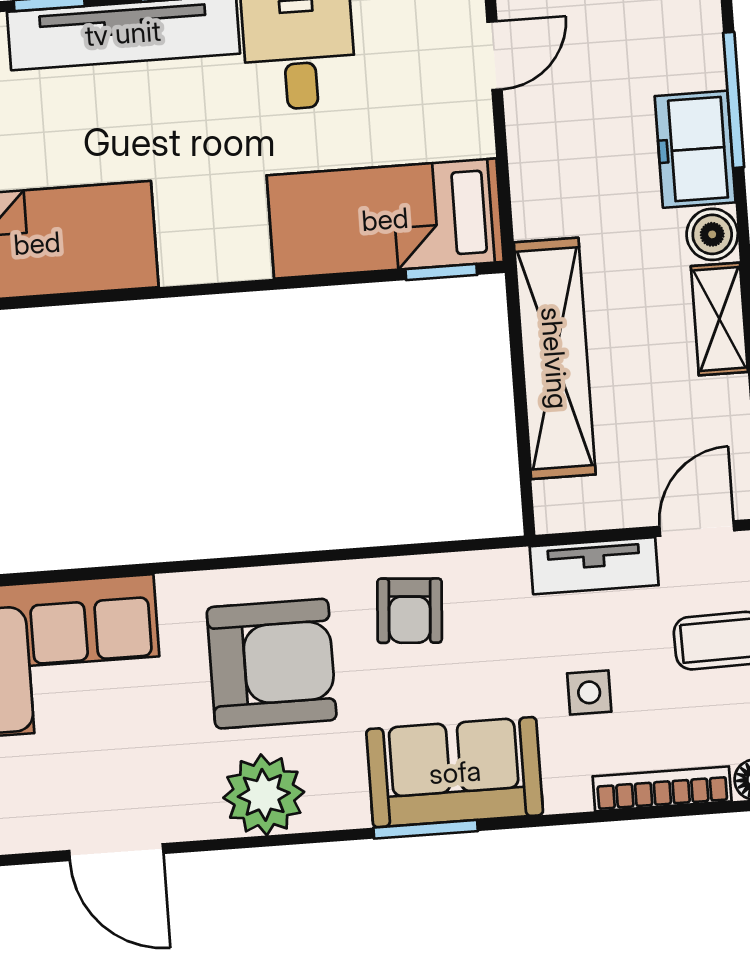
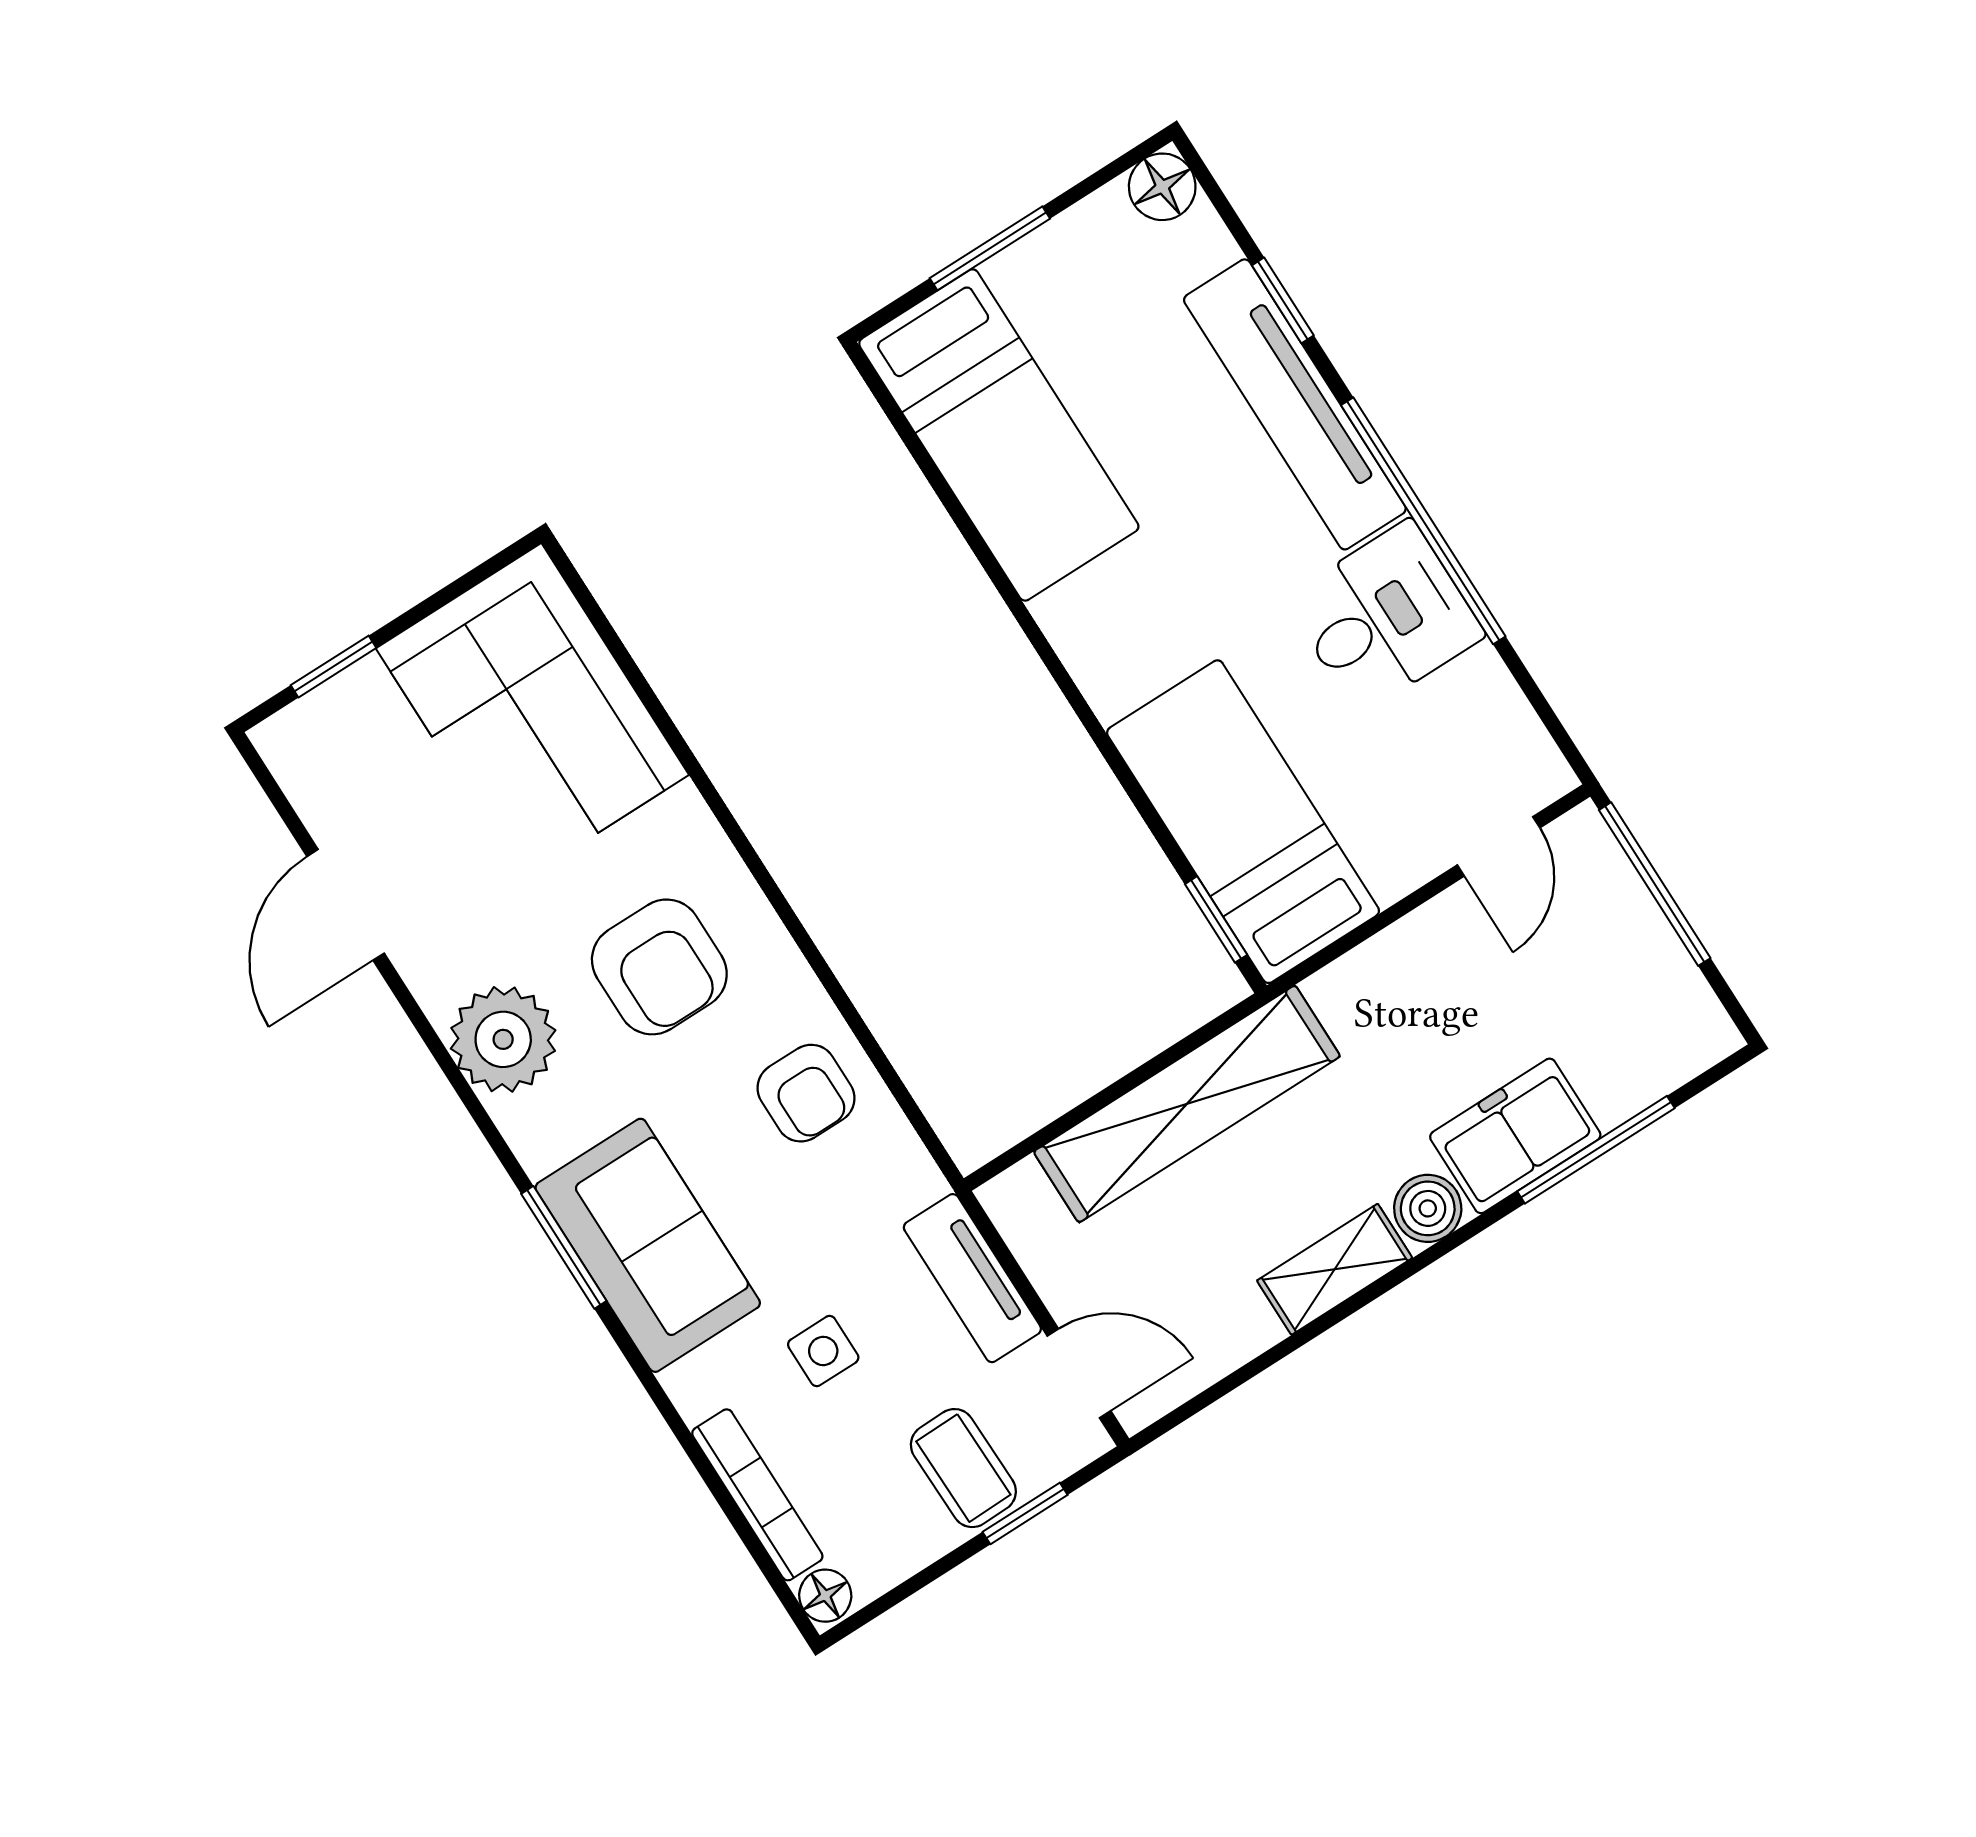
door: (494, 56) -> (1499, 846), hinge flipped
armchair: (410, 611) -> (806, 1093), turned -94
armchair: (272, 664) -> (659, 967), width x0.73, depth x0.73

